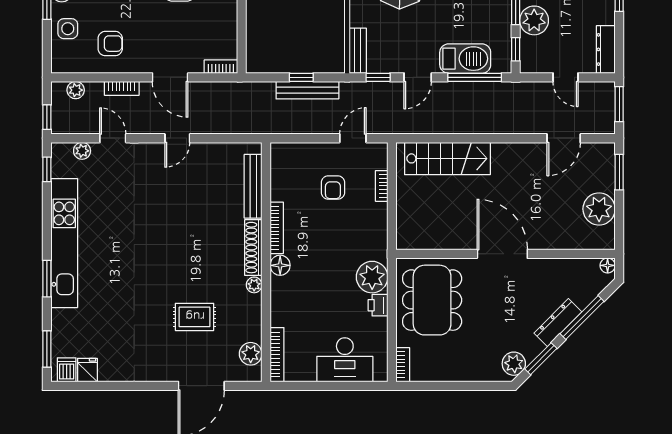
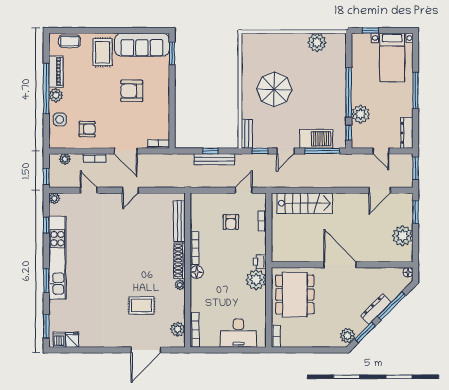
plant: (82, 151) -> (54, 198), moved
window: (47, 169) -> (46, 225), moved
printer: (378, 305) -> (260, 262), moved

